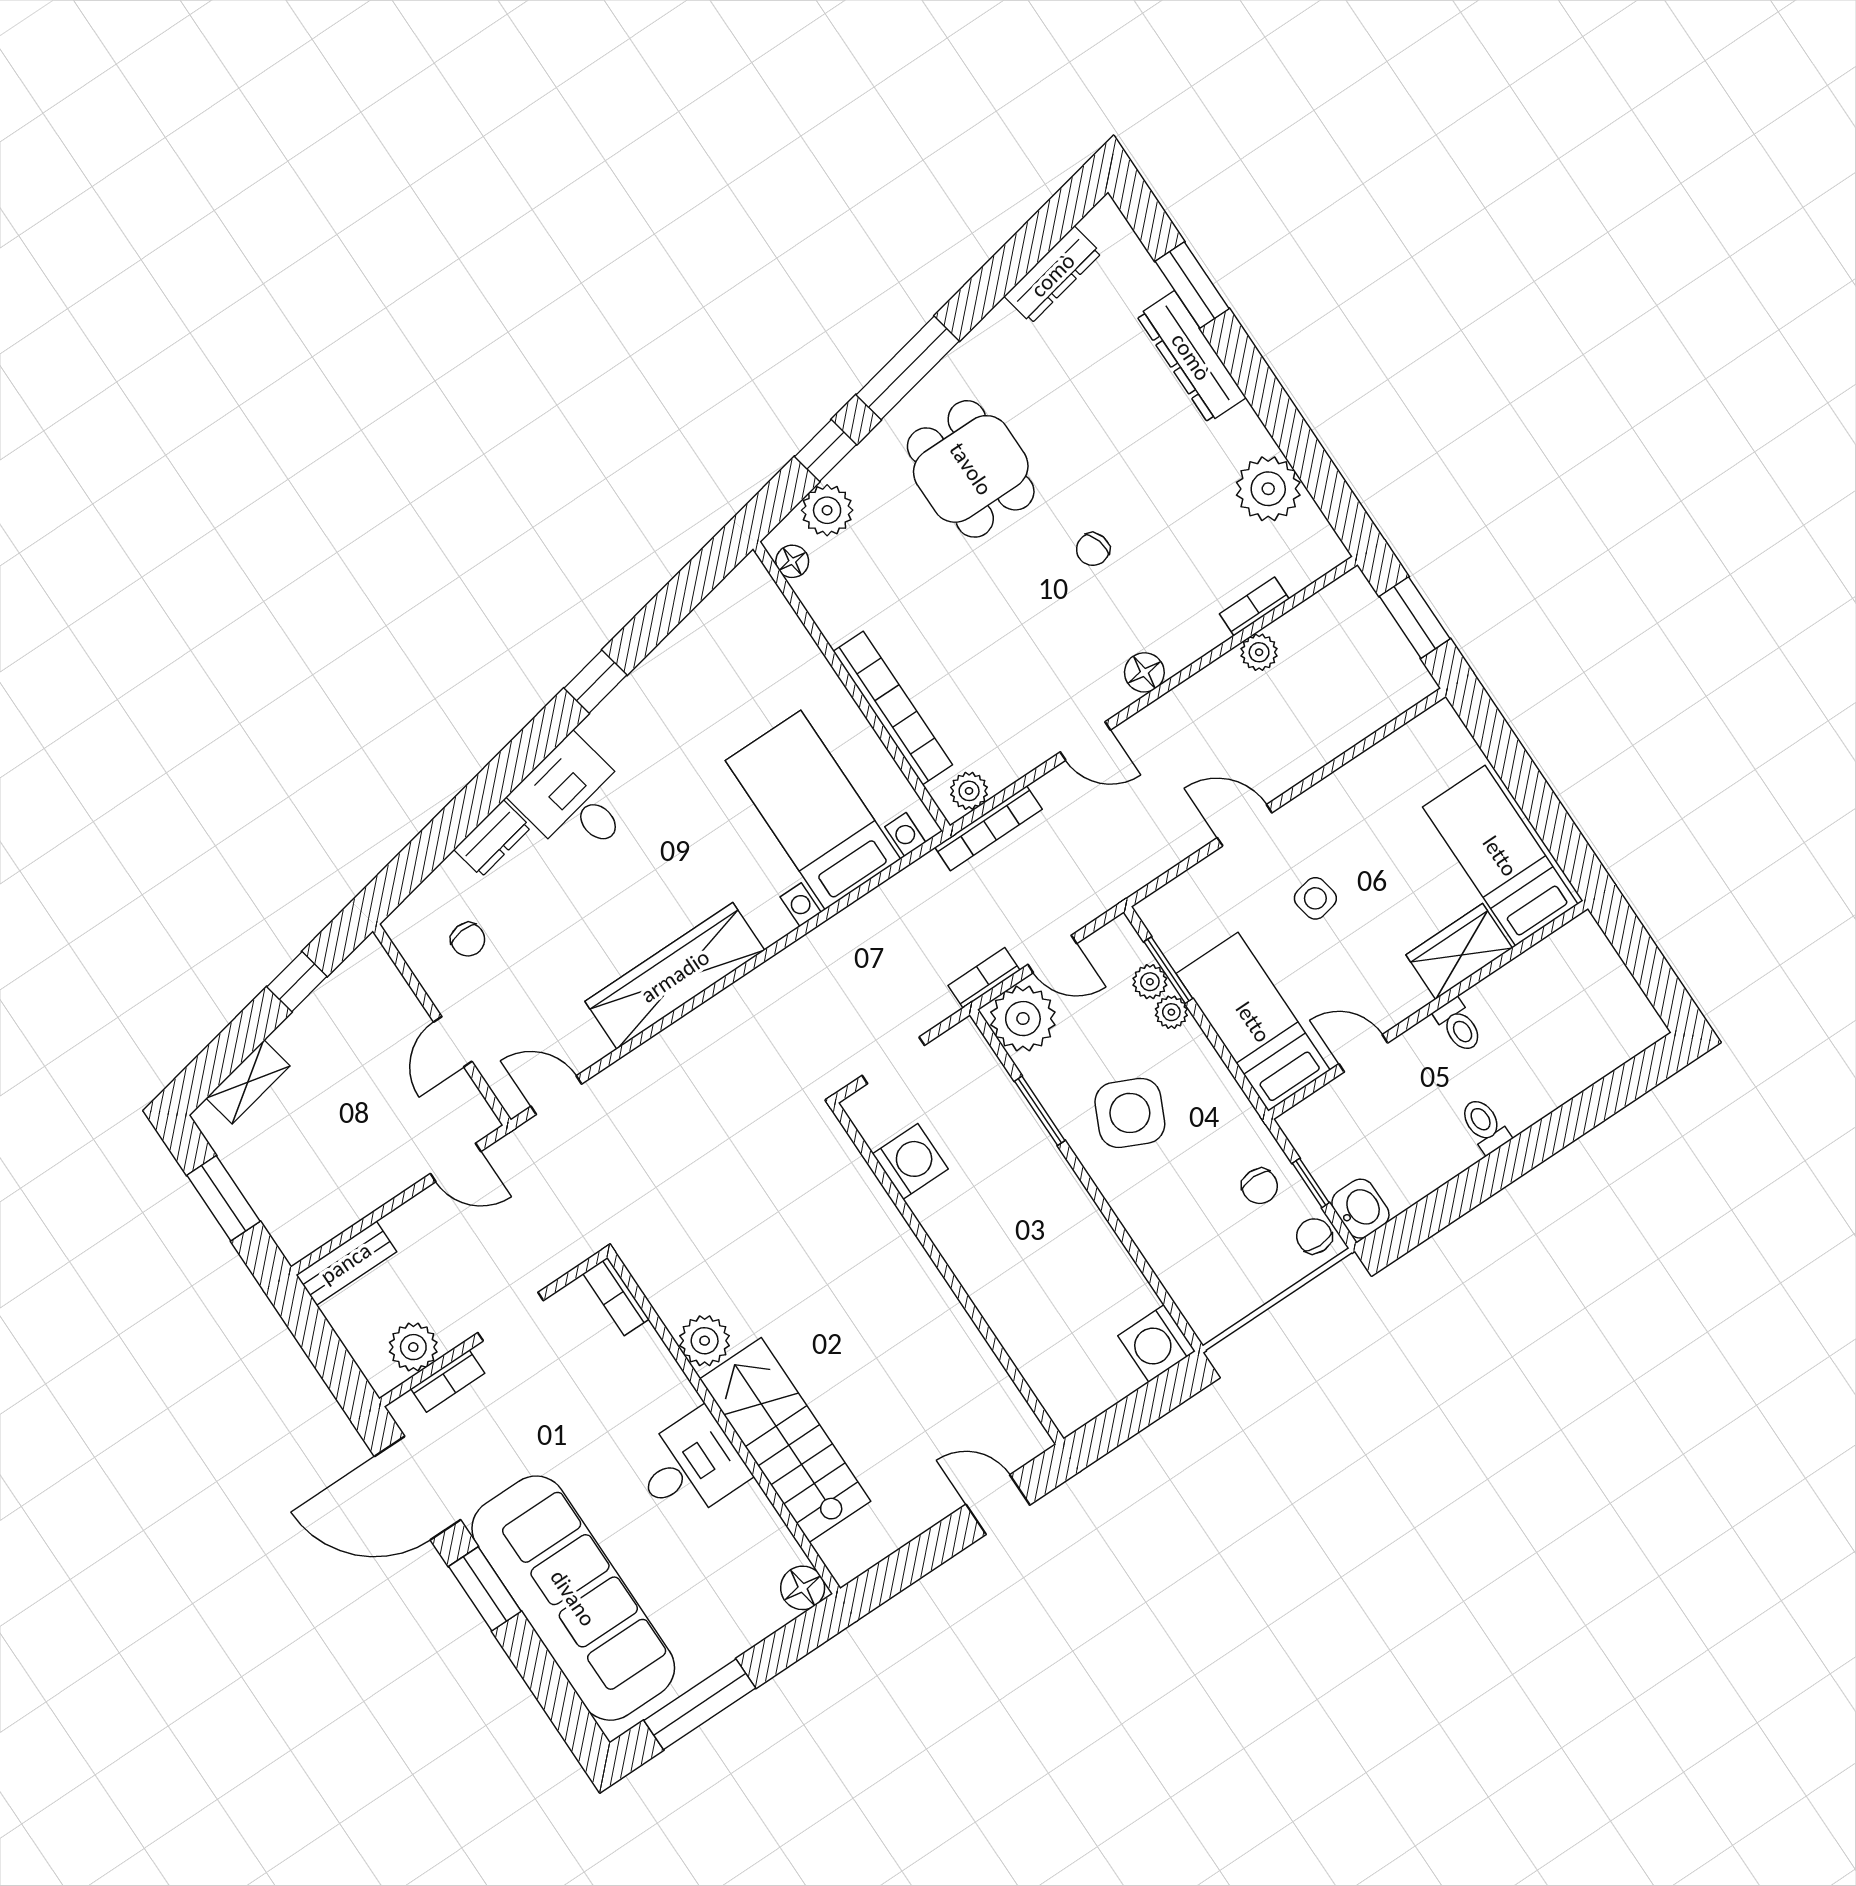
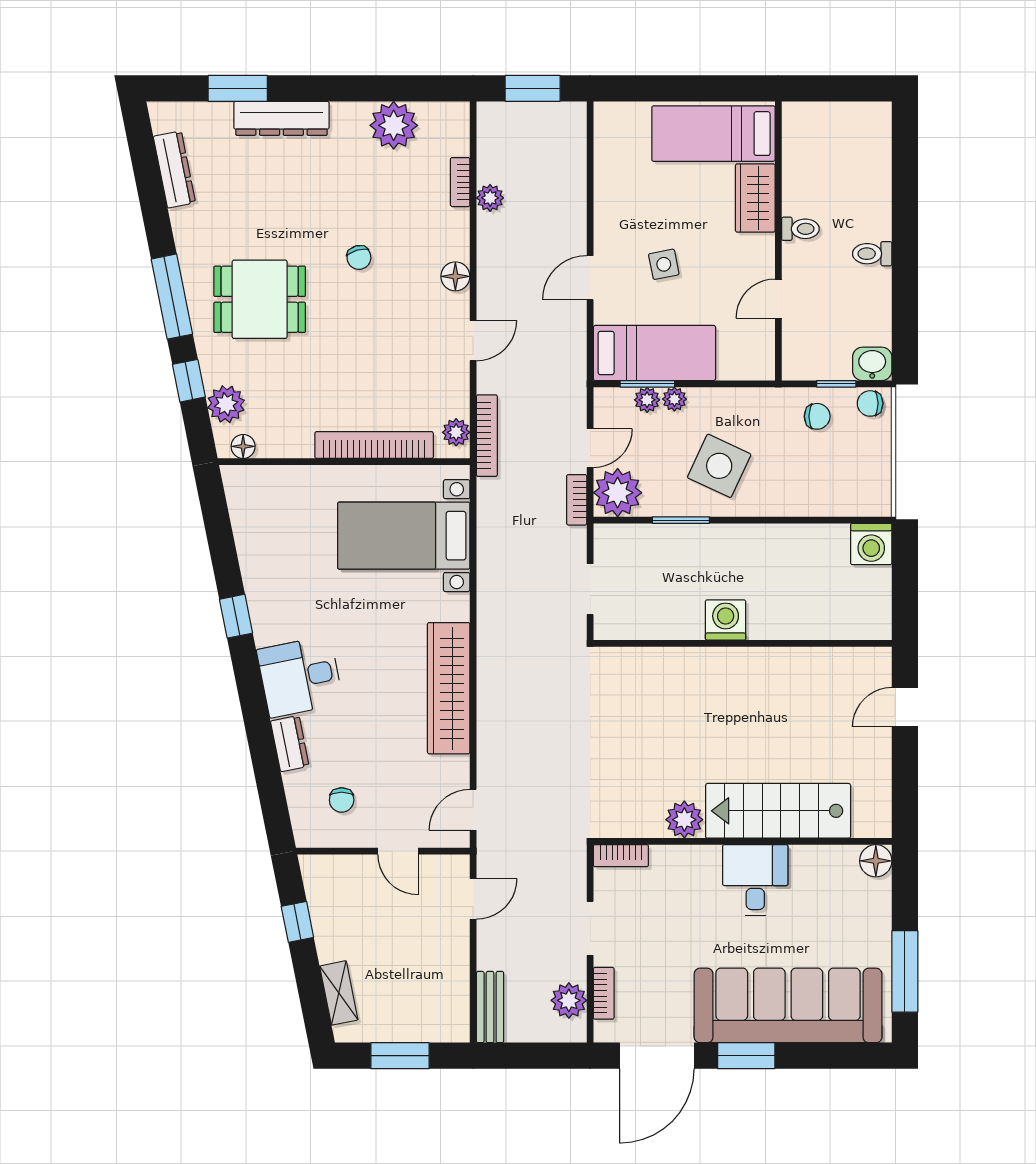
chair: (468, 939) -> (342, 800), turned 95
bed: (1253, 1022) -> (654, 353), moved, turned 180
washing machine: (910, 1161) -> (726, 620), moved

